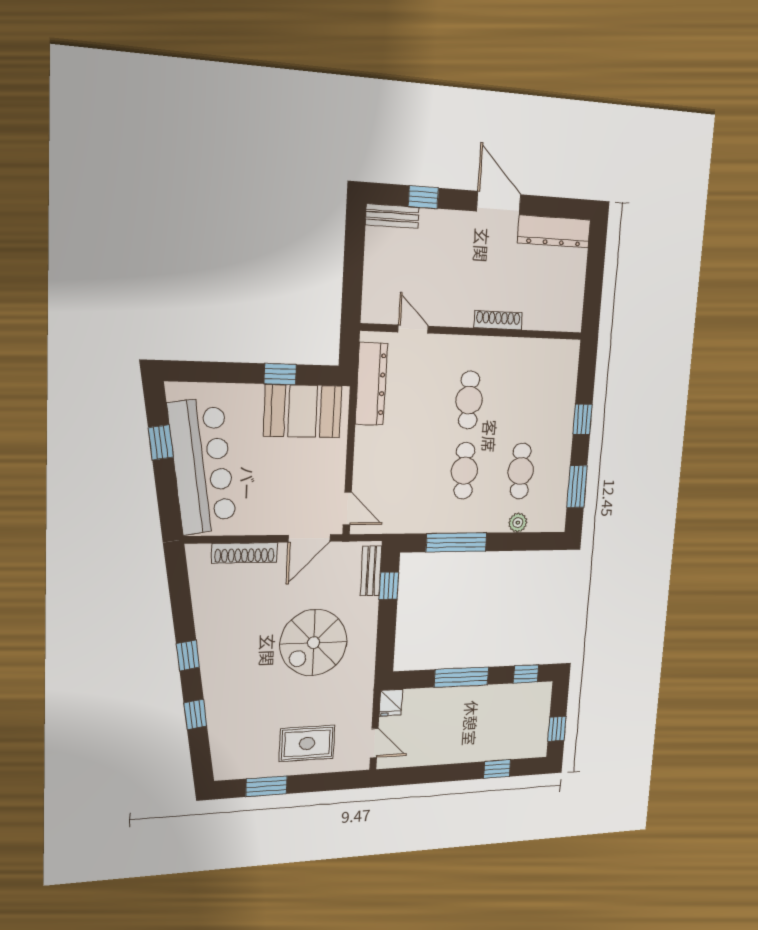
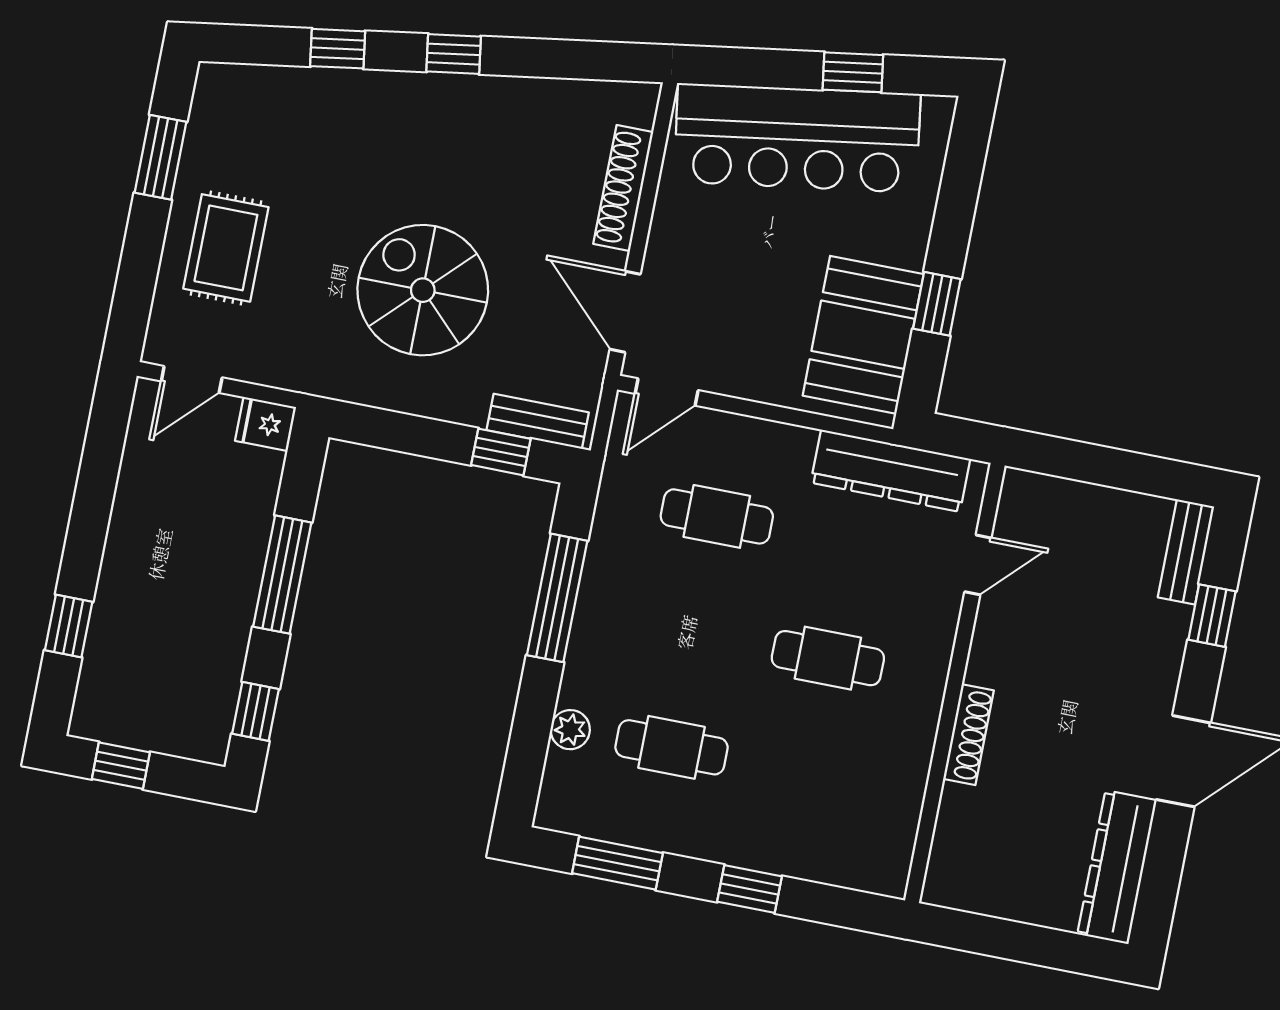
cafe table: (464, 471) -> (717, 516), moved

